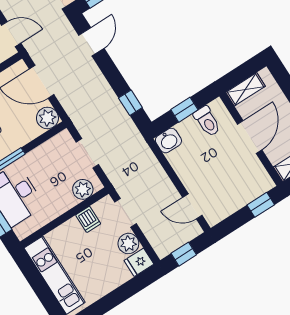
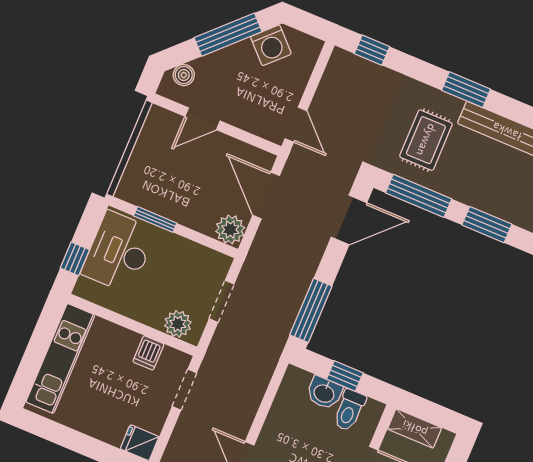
door: (91, 42) -> (349, 220), width x1.38
window: (130, 103) -> (311, 310), width x2.17
washbasin: (168, 141) -> (324, 393), moved
plant: (128, 243) -> (153, 416), removed

